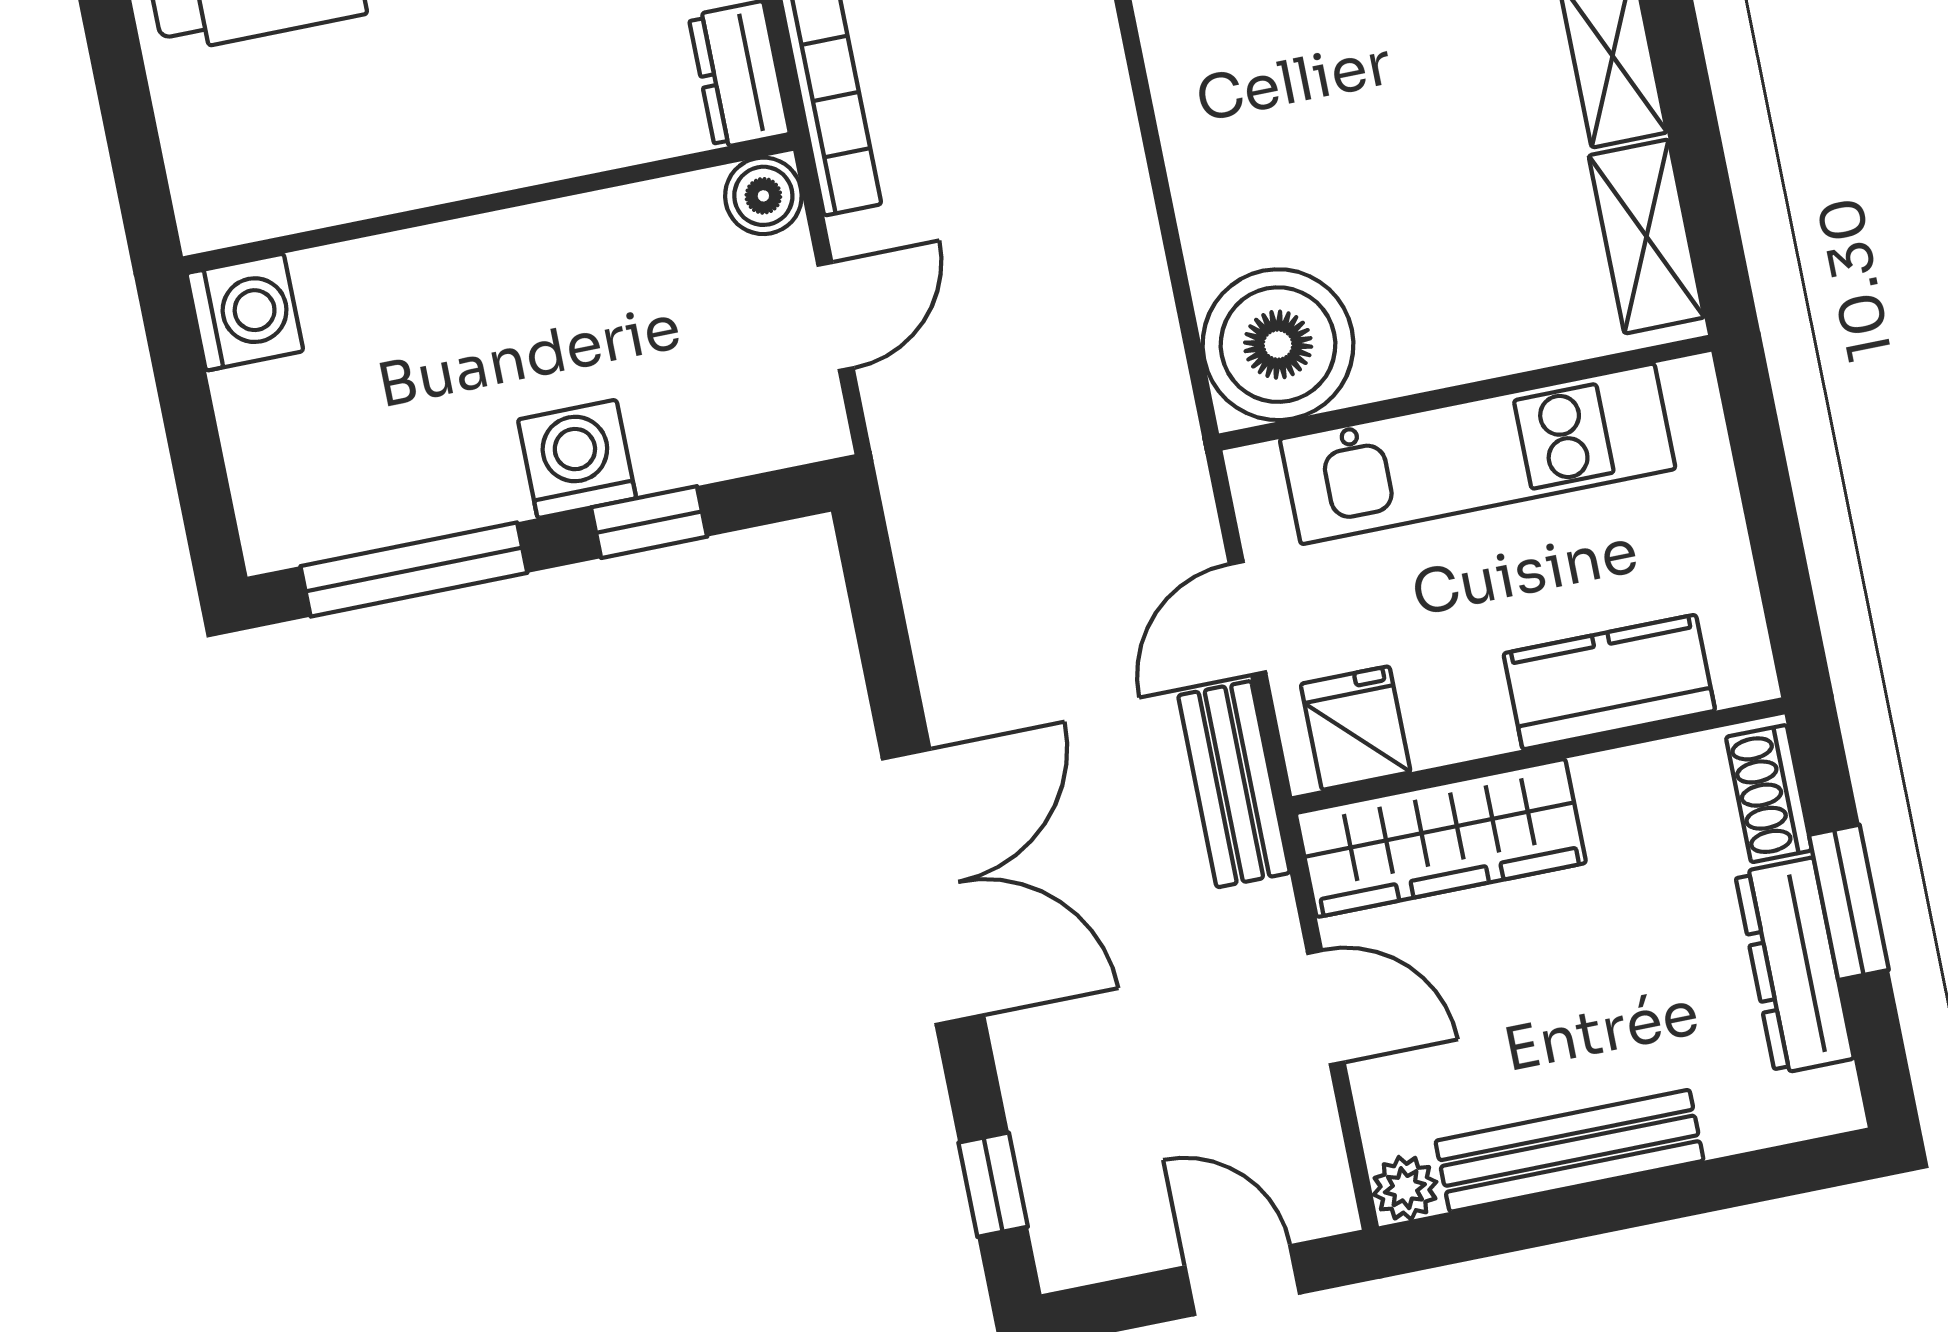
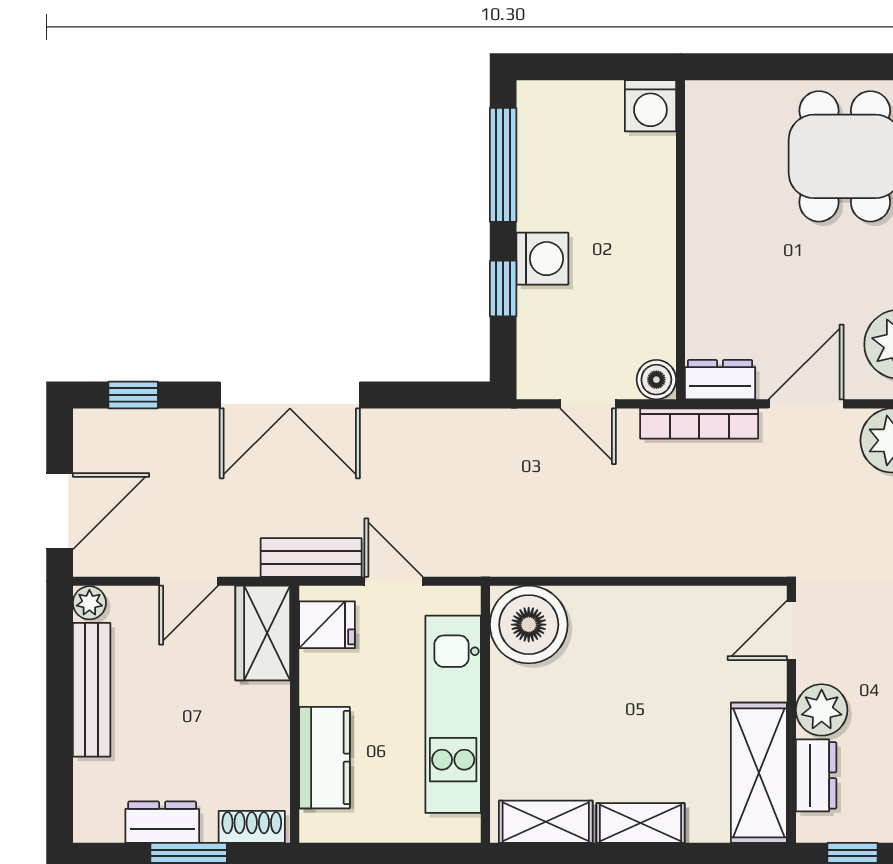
wardrobe: (1441, 838) -> (263, 633), width x0.67
dresser: (1794, 966) -> (162, 822), width x0.70
door: (1242, 1280) -> (60, 511), width x1.38

